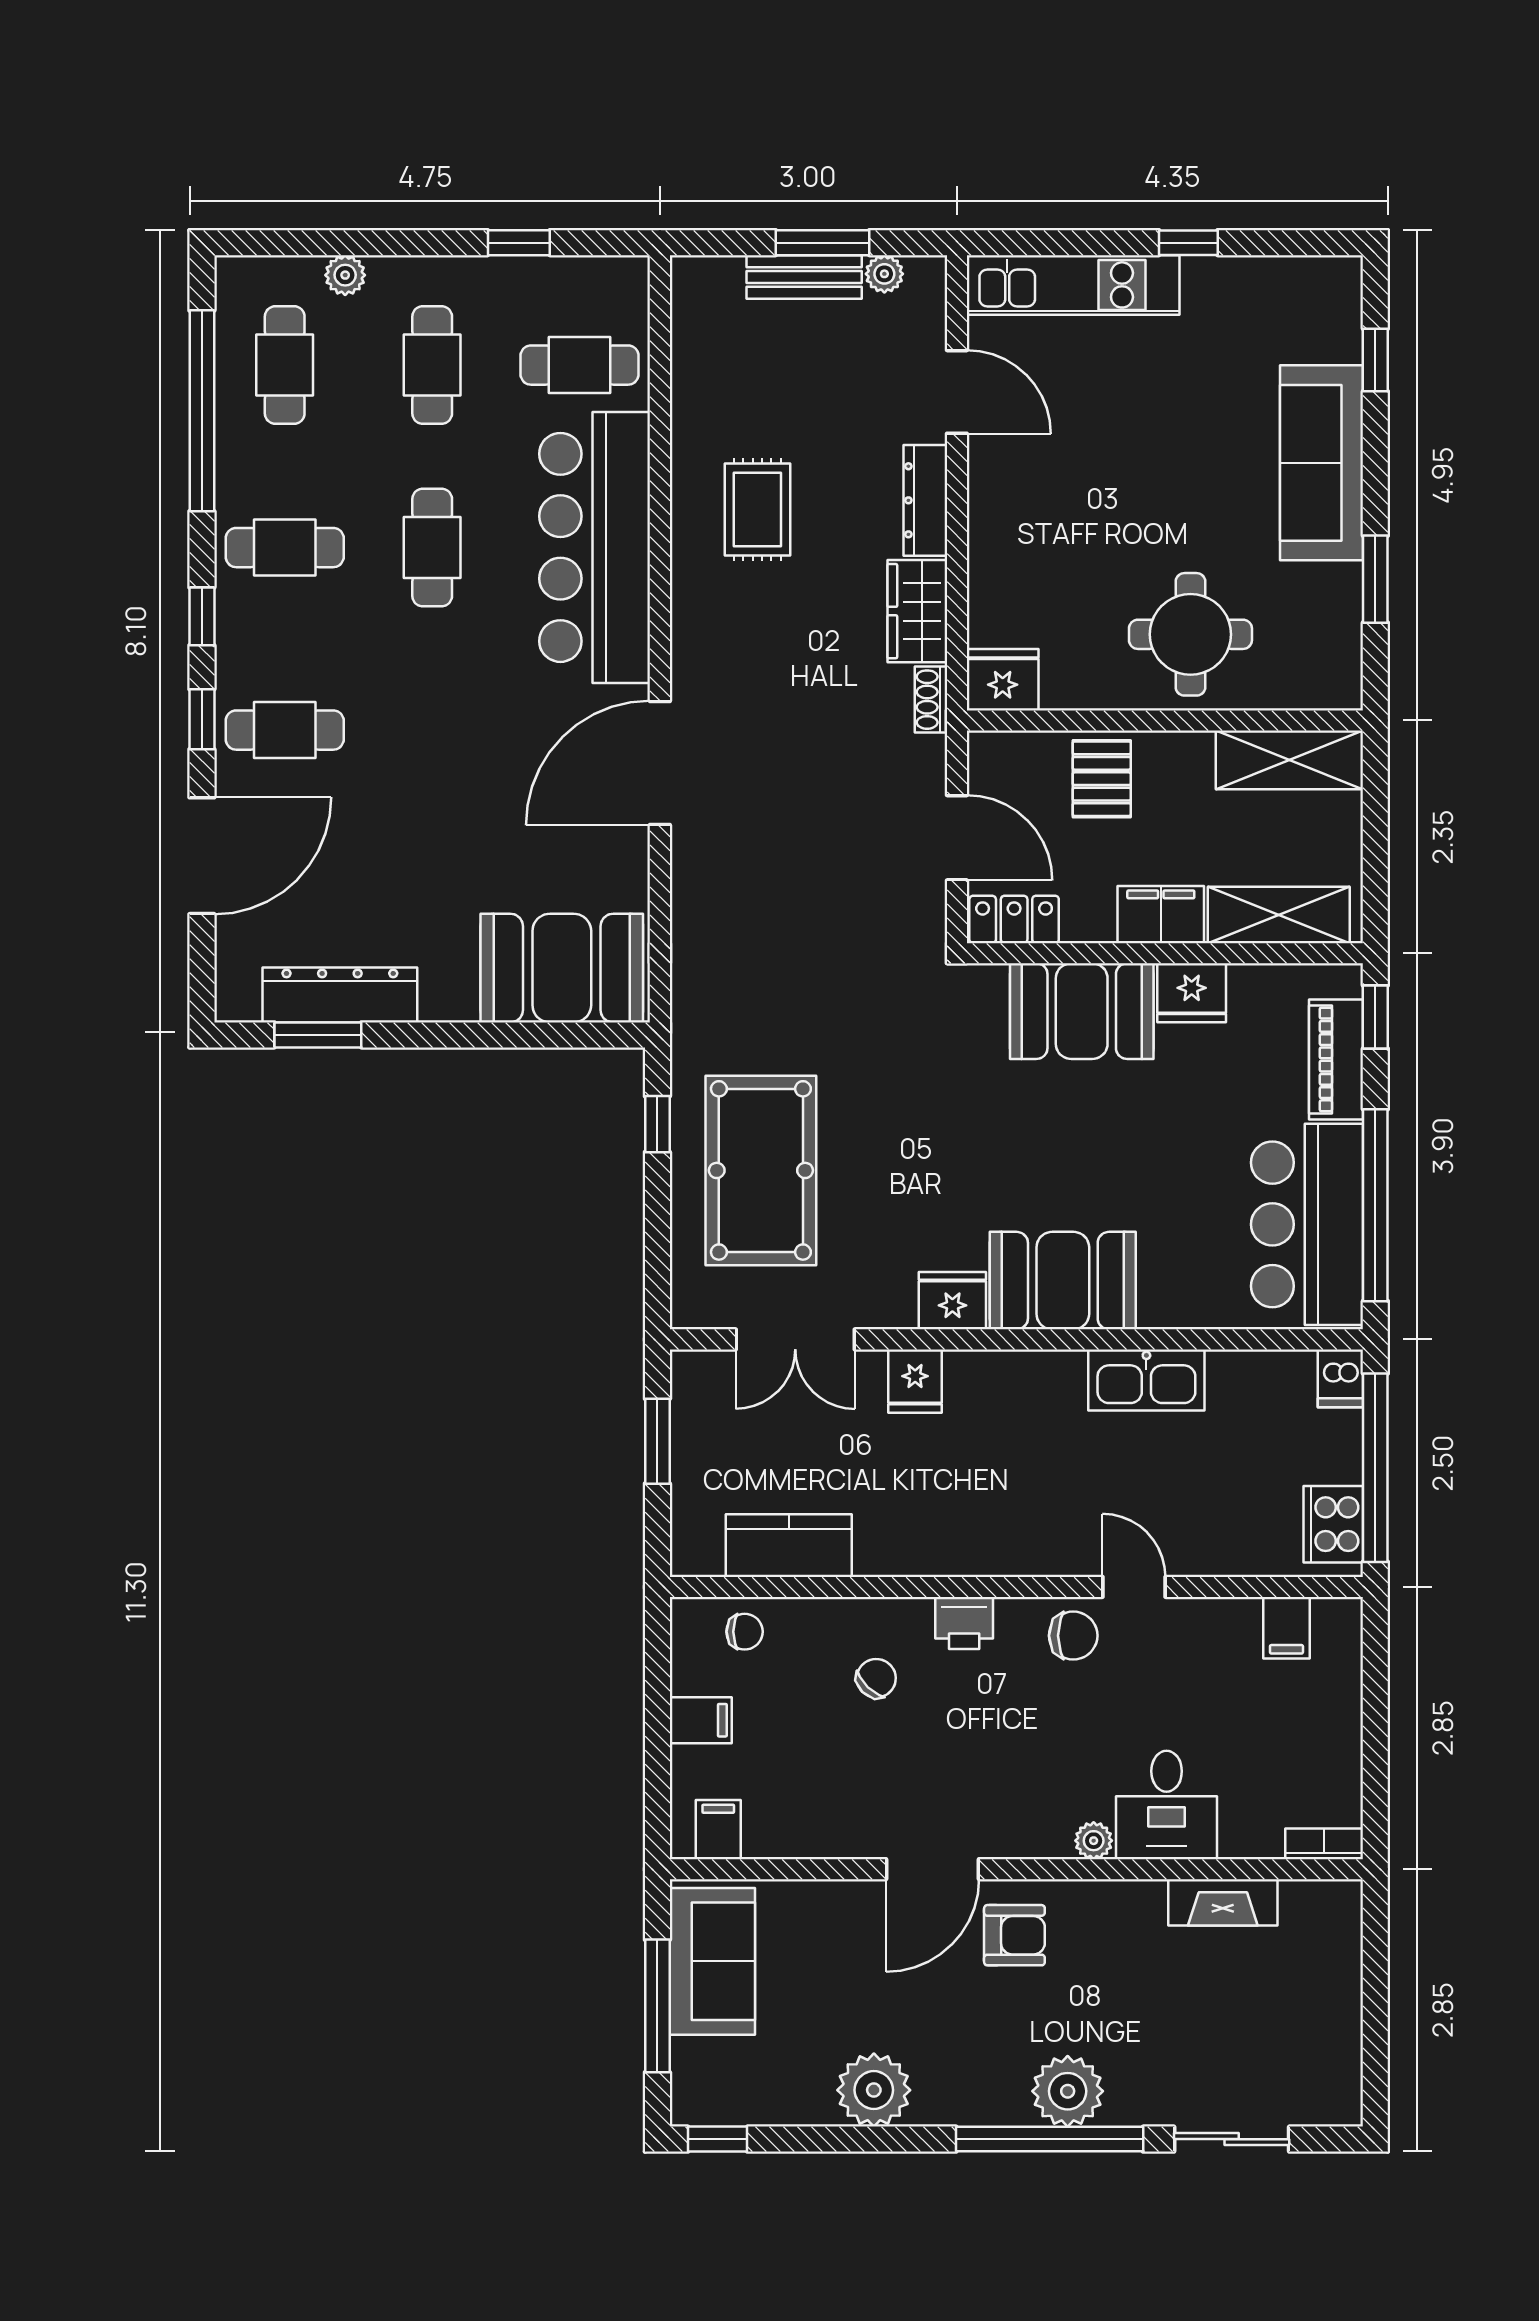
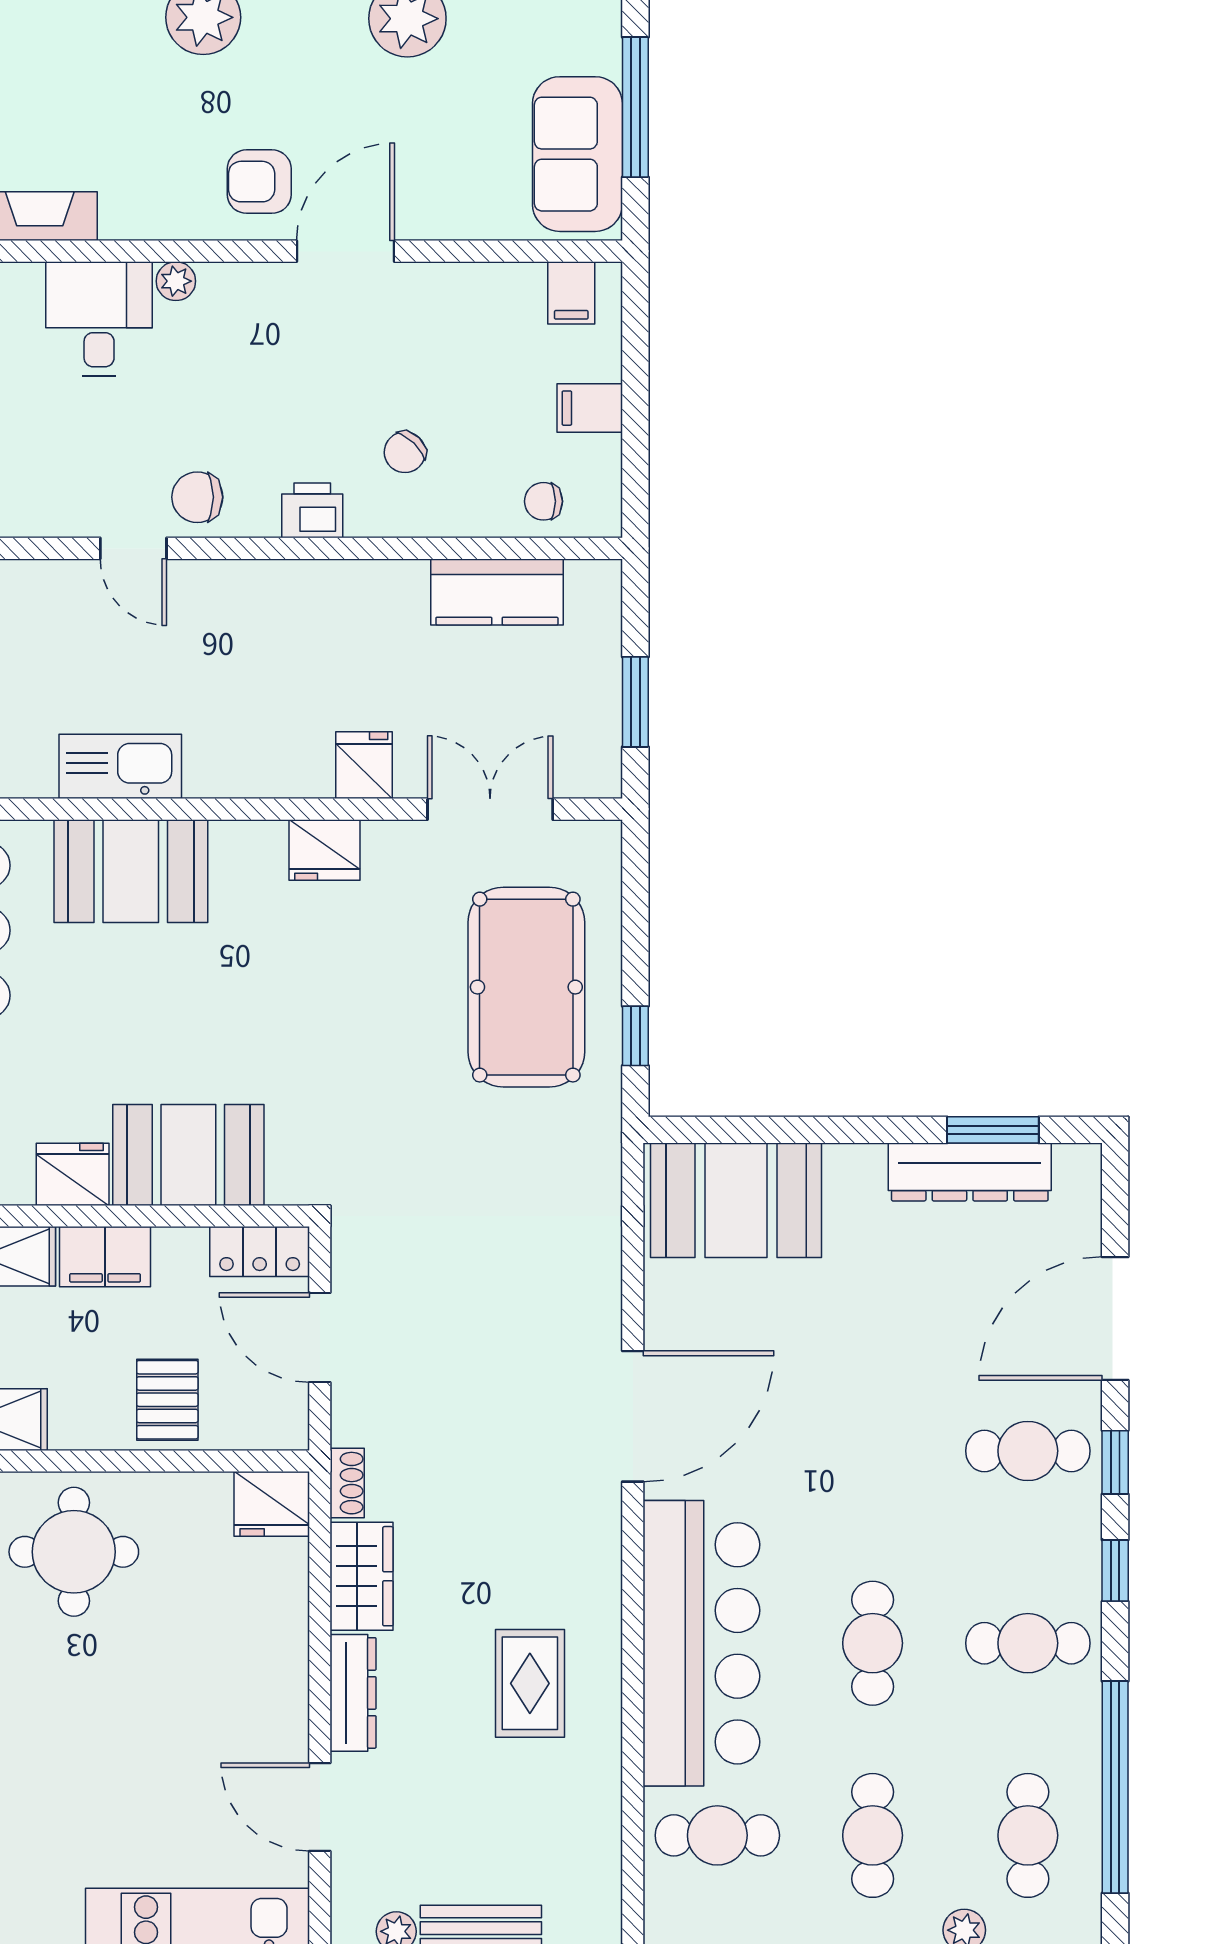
booth: (1063, 1281) -> (131, 871), moved

